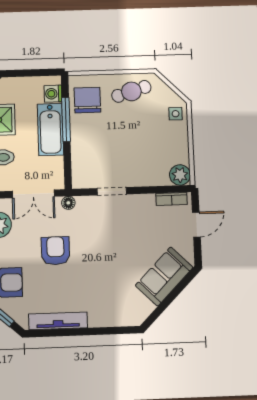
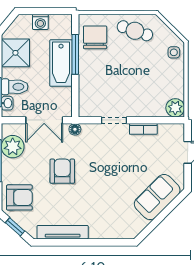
cafe table: (131, 91) -> (135, 31), turned 36
washing machine: (53, 94) -> (40, 22), moved, turned -90
bookcase: (172, 199) -> (143, 129), moved

